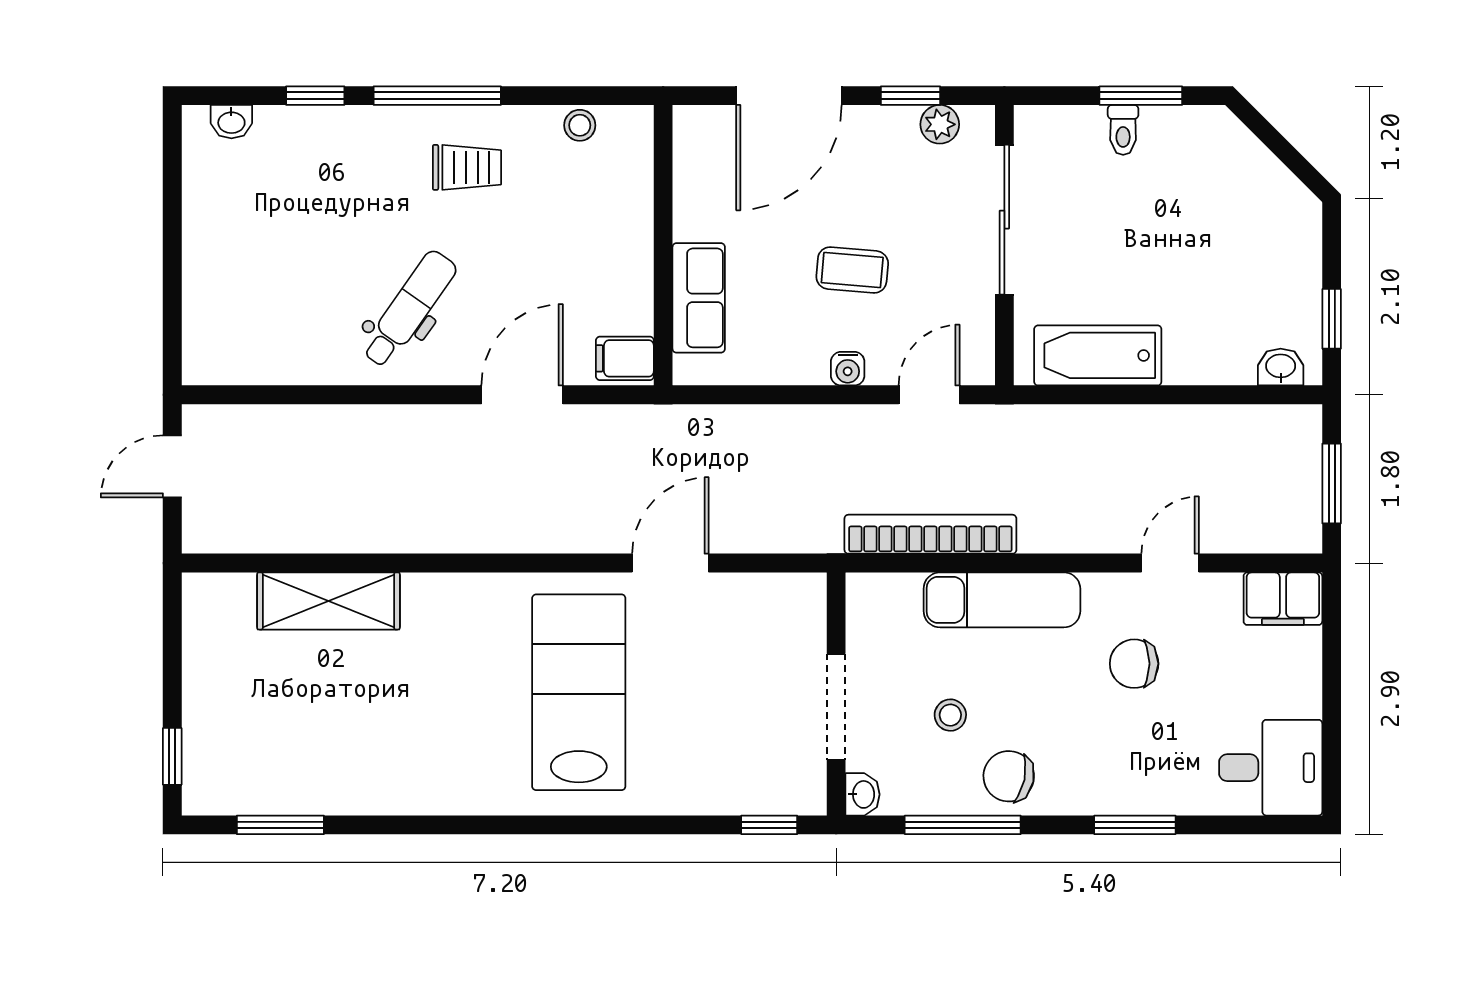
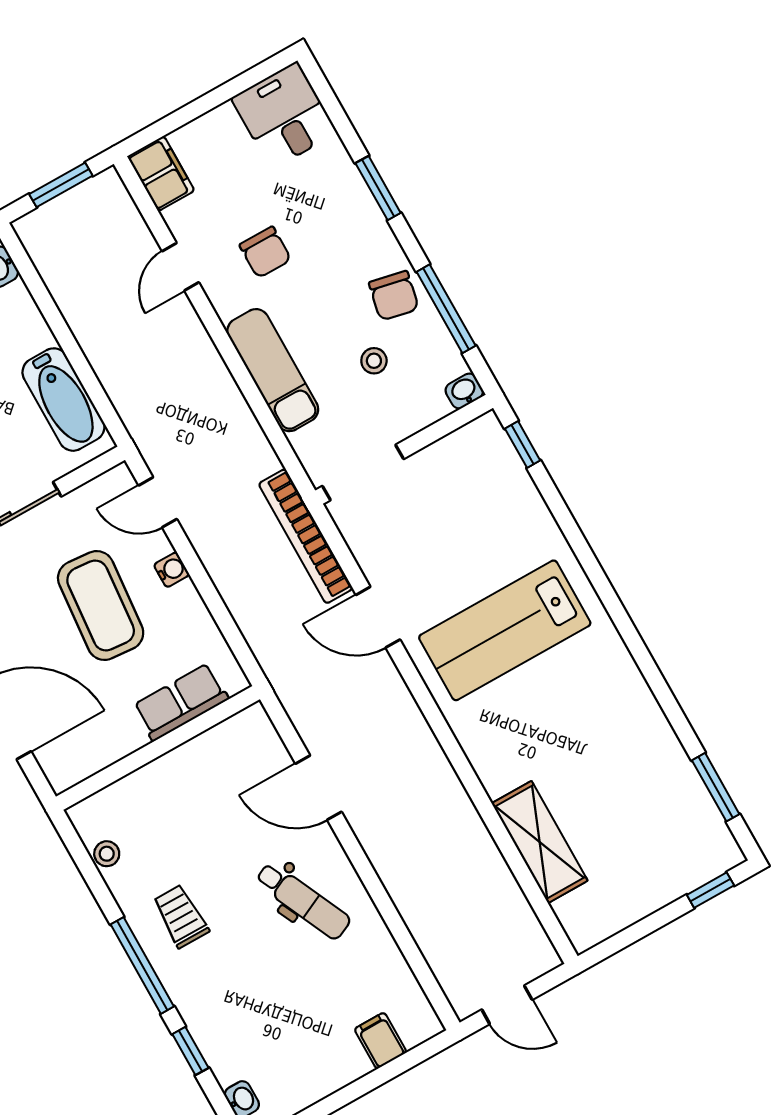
coffee table: (852, 270) -> (101, 606), width x1.86, depth x1.72
dental chair: (409, 309) -> (303, 901), turned -150
filing cabinet: (625, 358) -> (380, 1041), moved, turned 180
bookcase: (930, 534) -> (306, 536), moved
door: (1170, 563) -> (181, 267), hinge flipped
doorway: (836, 707) -> (363, 473), moved

